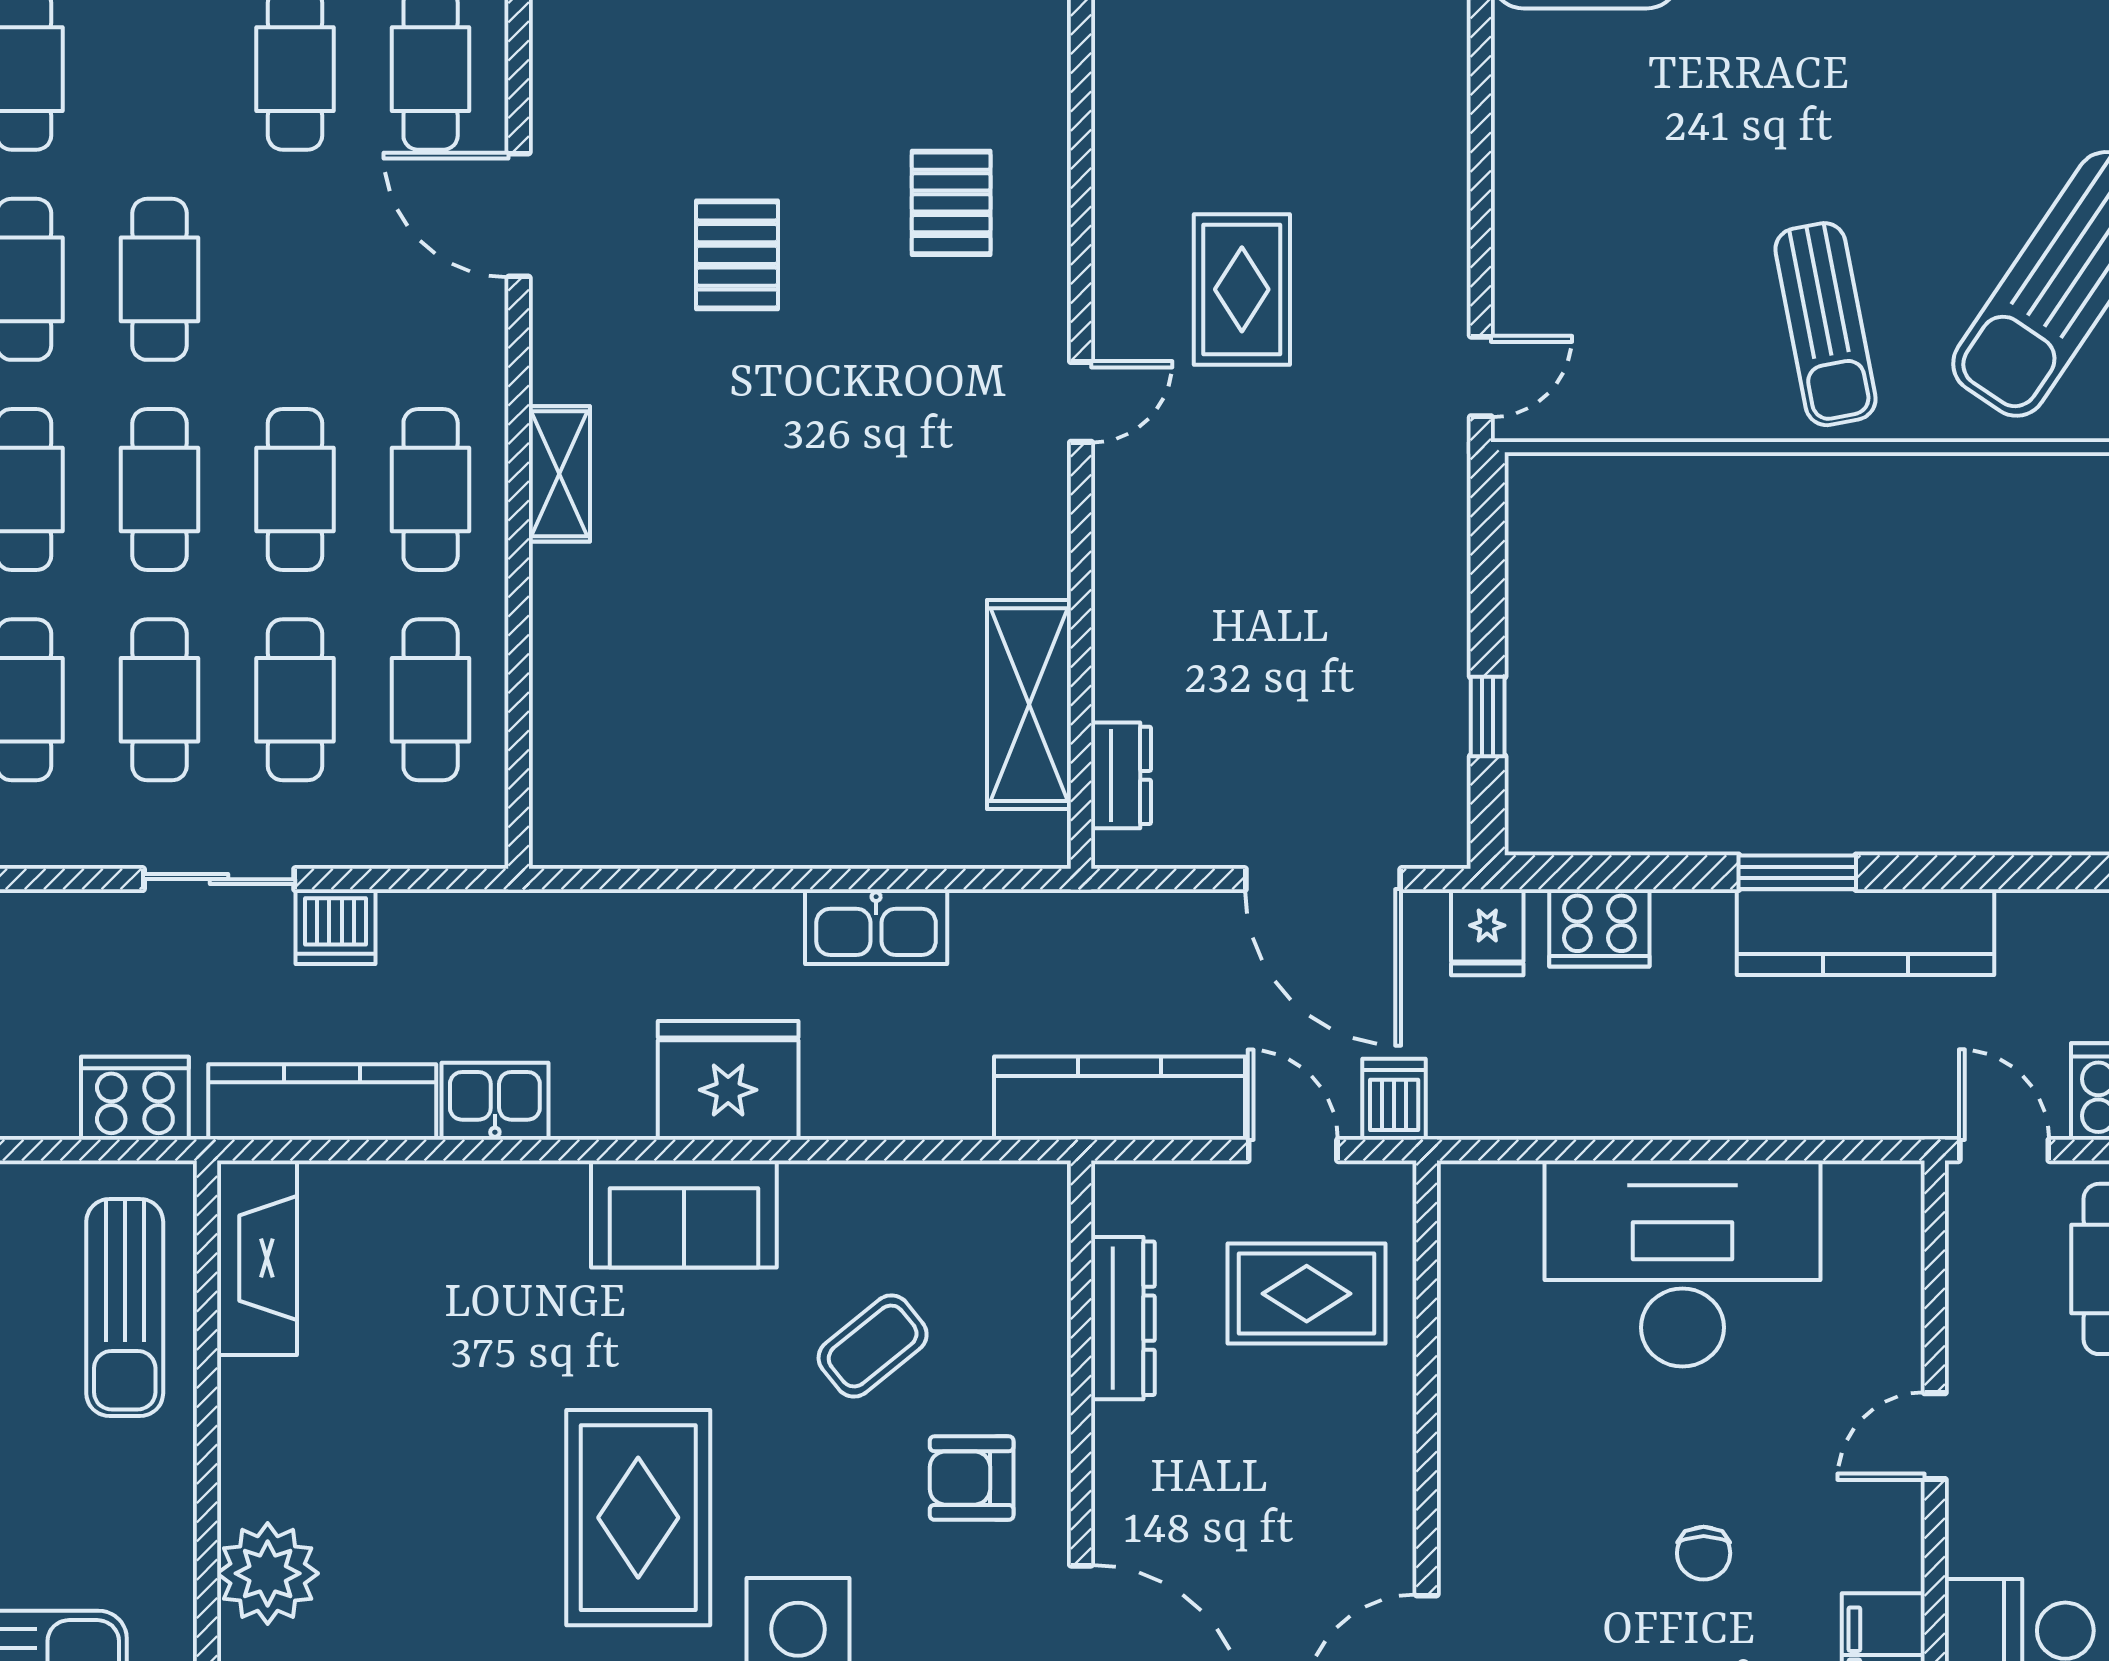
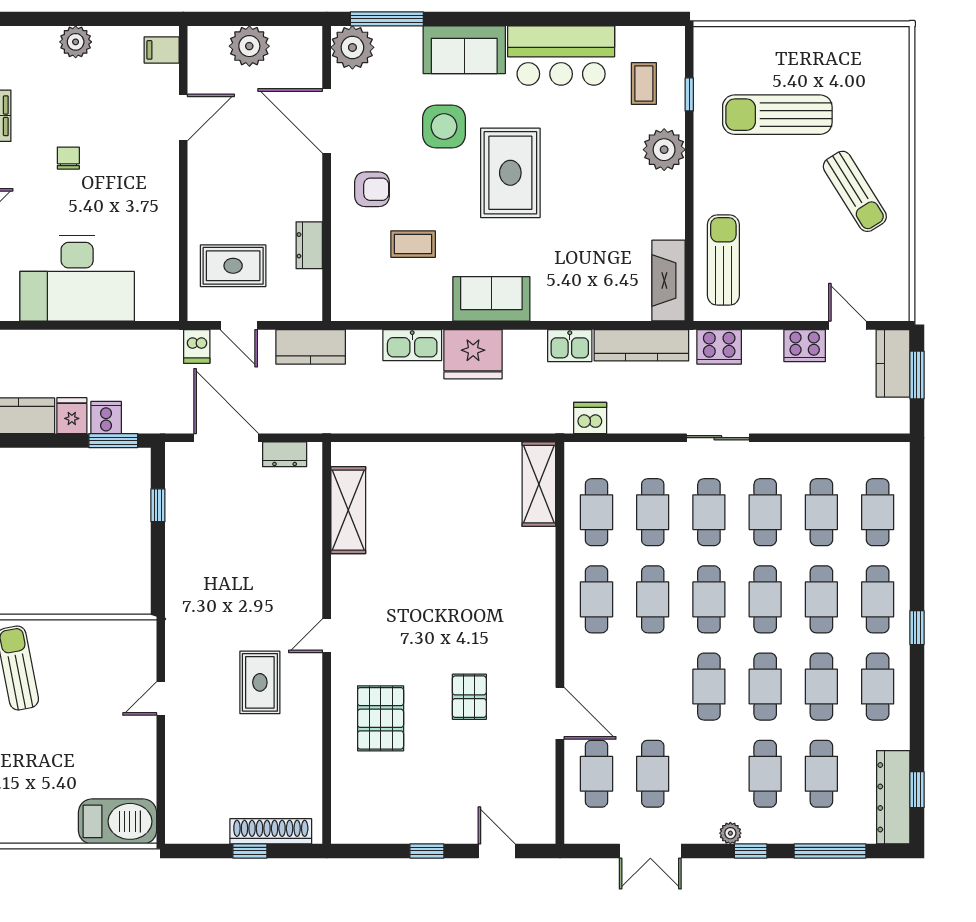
pallet: (951, 203) -> (381, 718), width x1.50, depth x1.42
door: (1481, 376) -> (161, 698), moved
shelving: (559, 474) -> (539, 484), moved, width x1.50, depth x1.33
dresser: (1121, 775) -> (285, 454), moved, turned -90
window: (1797, 872) -> (113, 441), moved
sliding door: (219, 879) -> (718, 438), moved
dishwasher: (335, 927) -> (590, 418), moved
kitchen sink: (876, 927) -> (412, 345), moved, turned 180
cooker: (1599, 928) -> (106, 417), width x0.73
fridge: (1487, 932) -> (72, 416), moved
kitchen counter: (1120, 1098) -> (311, 347), width x0.67
dresser: (1123, 1318) -> (309, 245), width x0.70
coffee table: (873, 1346) -> (413, 244), turned 39

